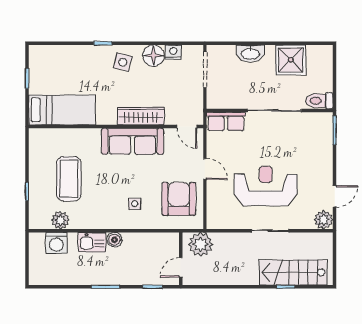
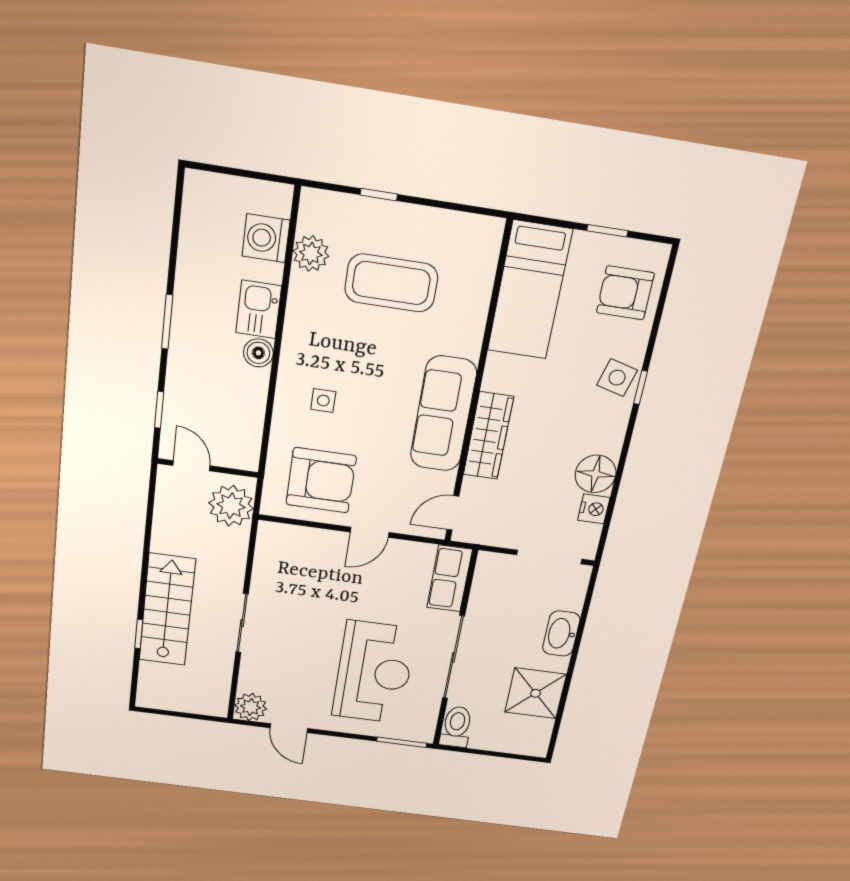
armchair: (56, 62) -> (625, 293), added
side table: (123, 62) -> (617, 378), moved
reception desk: (266, 186) -> (374, 672), moved
stairs: (293, 272) -> (167, 610), moved

